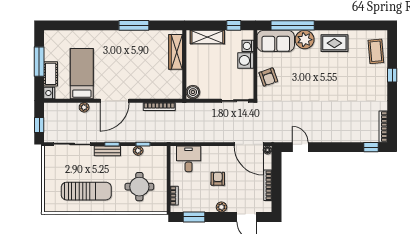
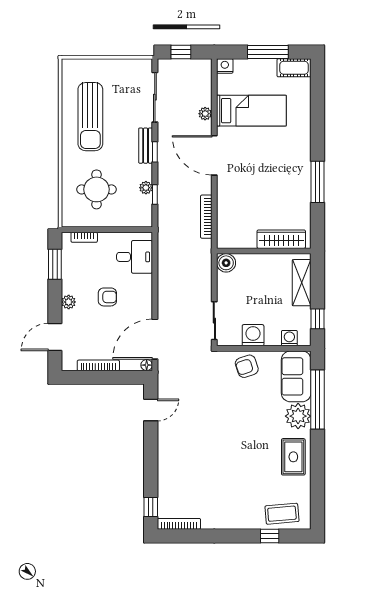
washing machine: (246, 60) -> (253, 335), moved
cot: (51, 74) -> (294, 68), moved
window: (392, 75) -> (270, 536), moved

